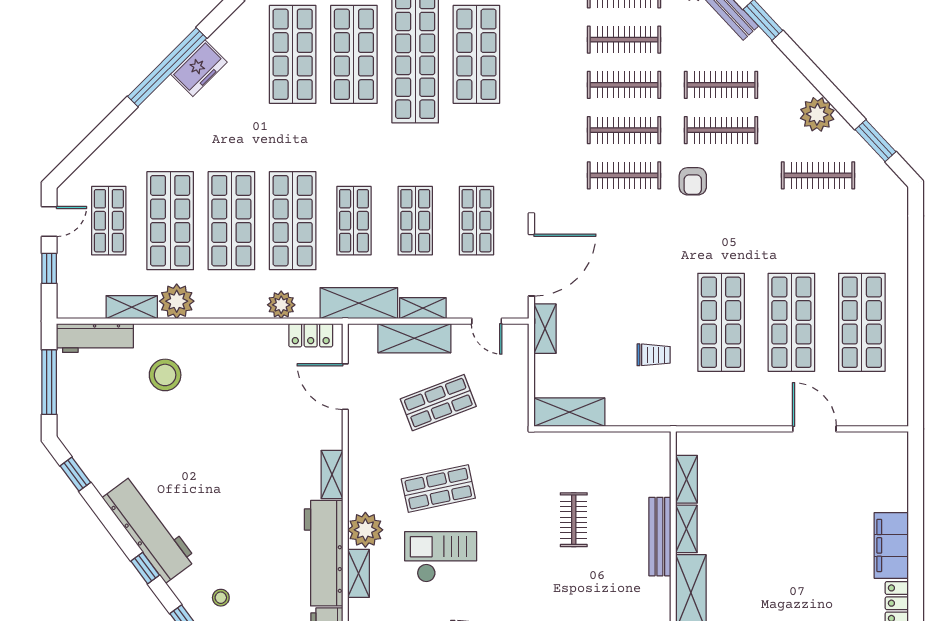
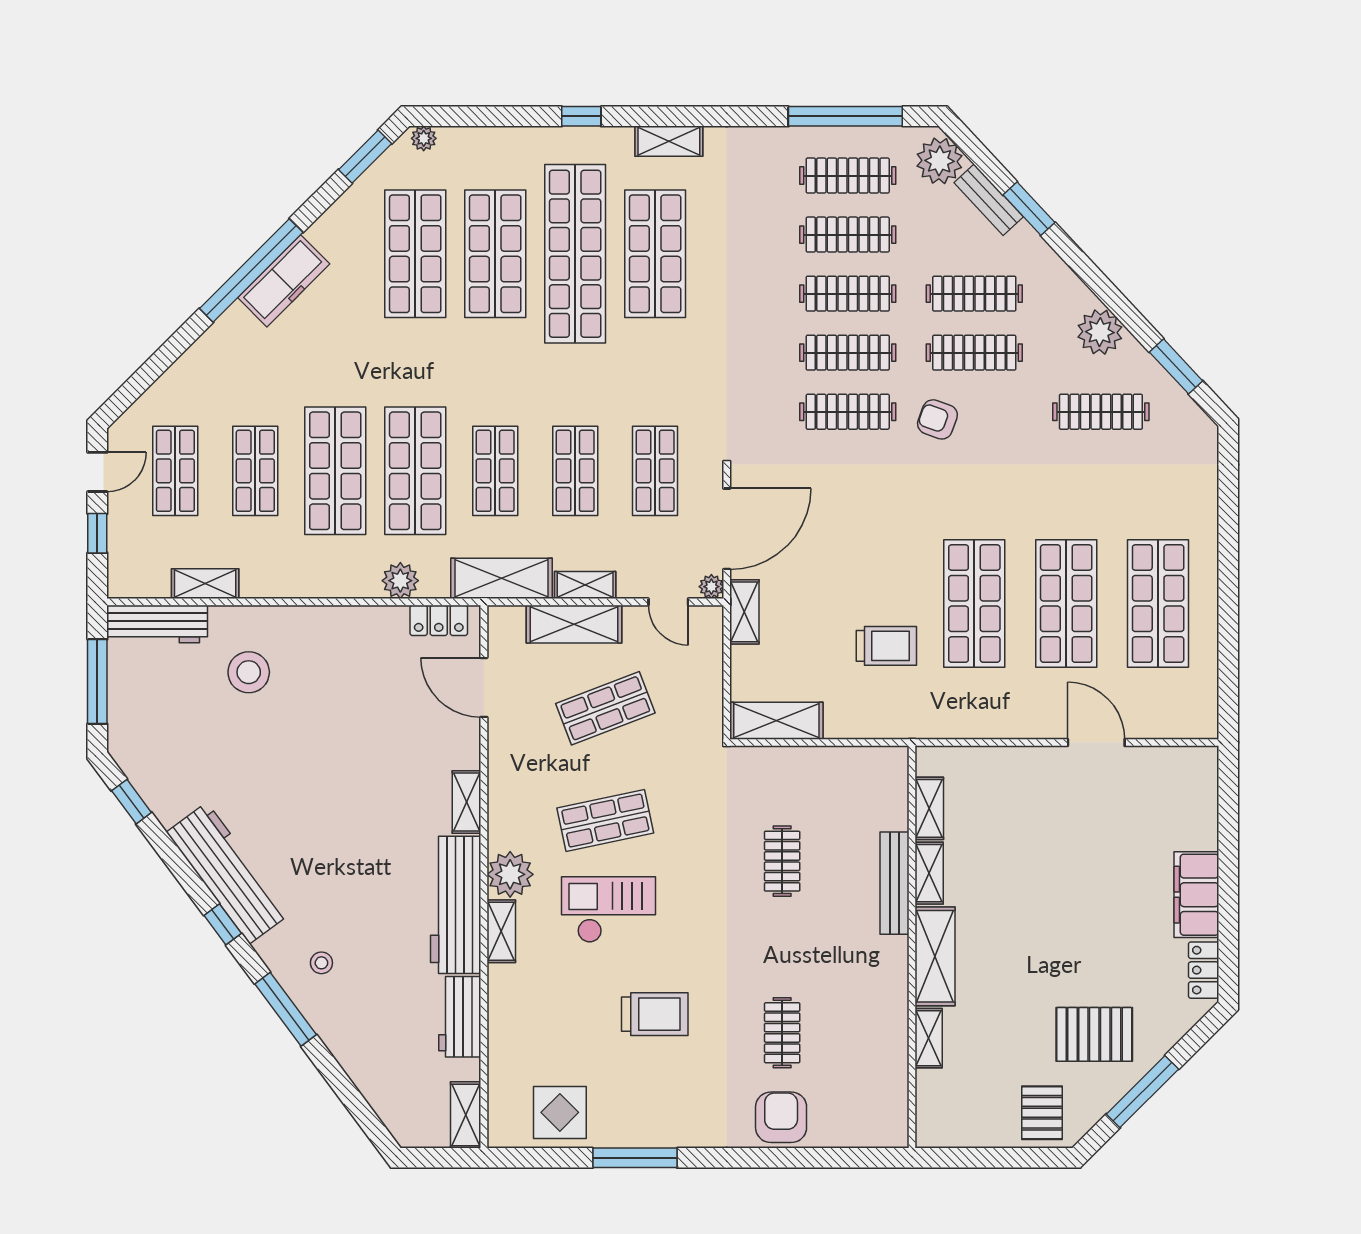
freezer: (199, 68) -> (284, 281), width x1.40
armchair: (693, 181) -> (937, 419), turned 110
shop shelf: (170, 221) -> (255, 471), width x0.70, depth x0.74
plant: (177, 301) -> (711, 587), moved, width x0.53, depth x0.53
trolley: (654, 355) -> (886, 646), width x1.36, depth x1.39

